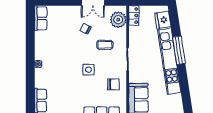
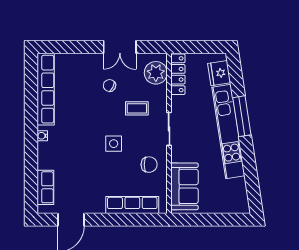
locker: (134, 16) -> (178, 74), width x1.53
row of seats: (41, 18) -> (46, 89), width x2.02

